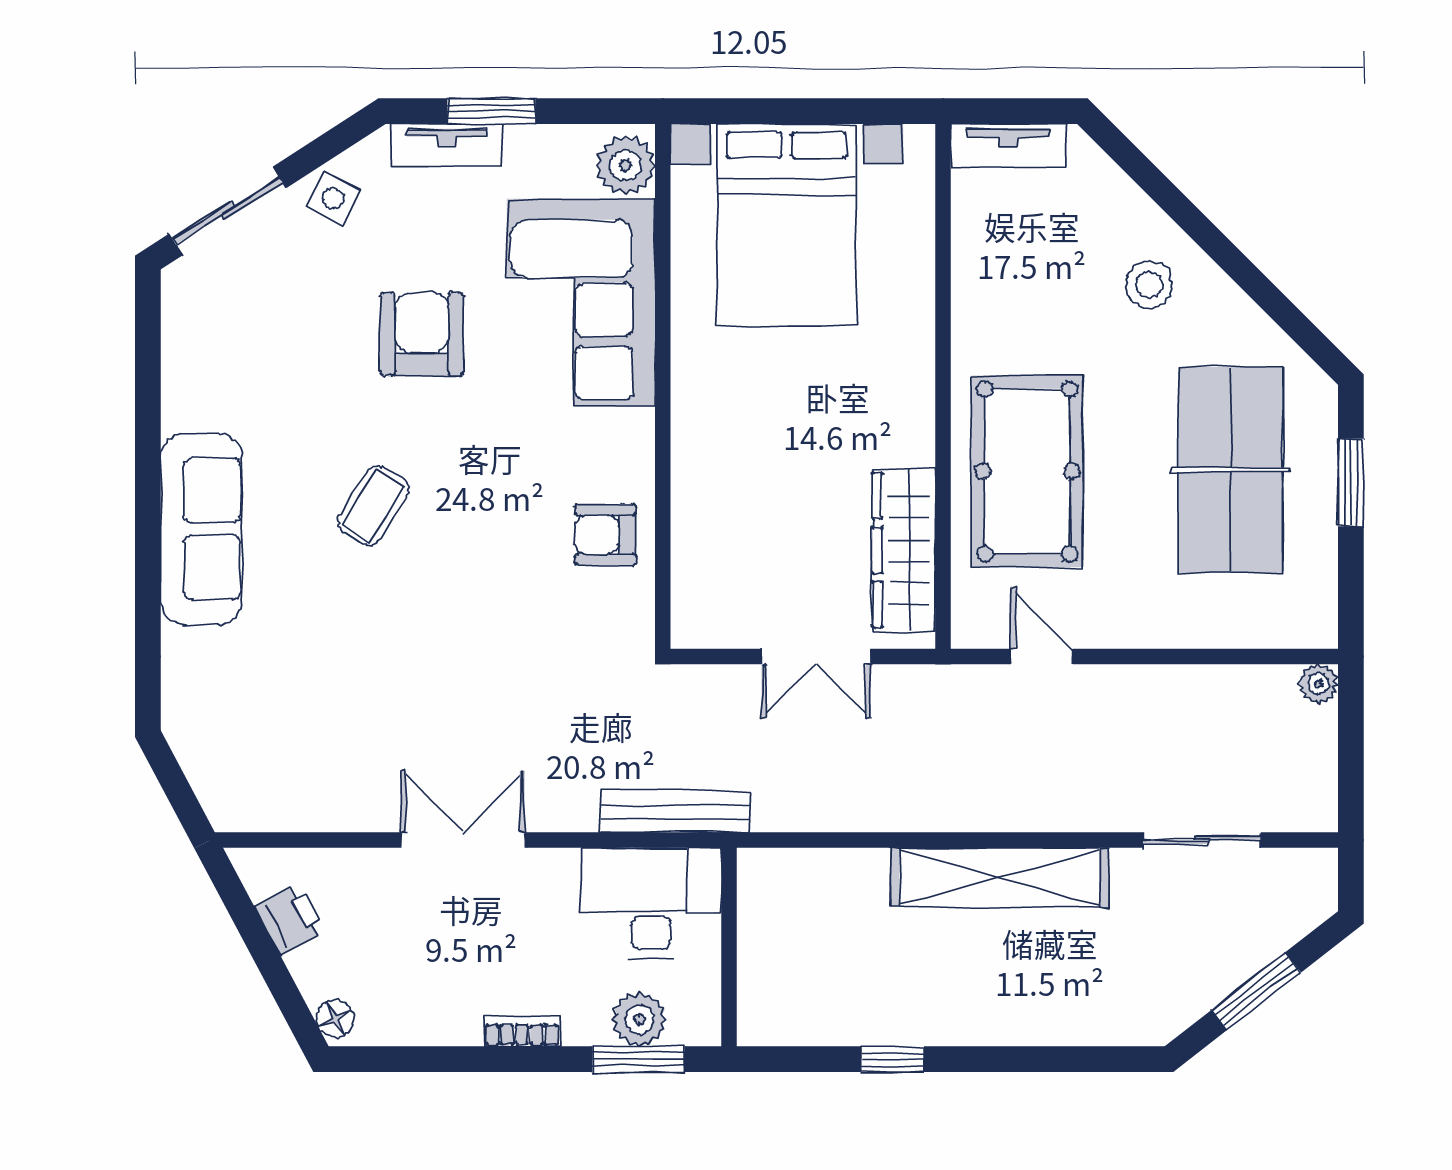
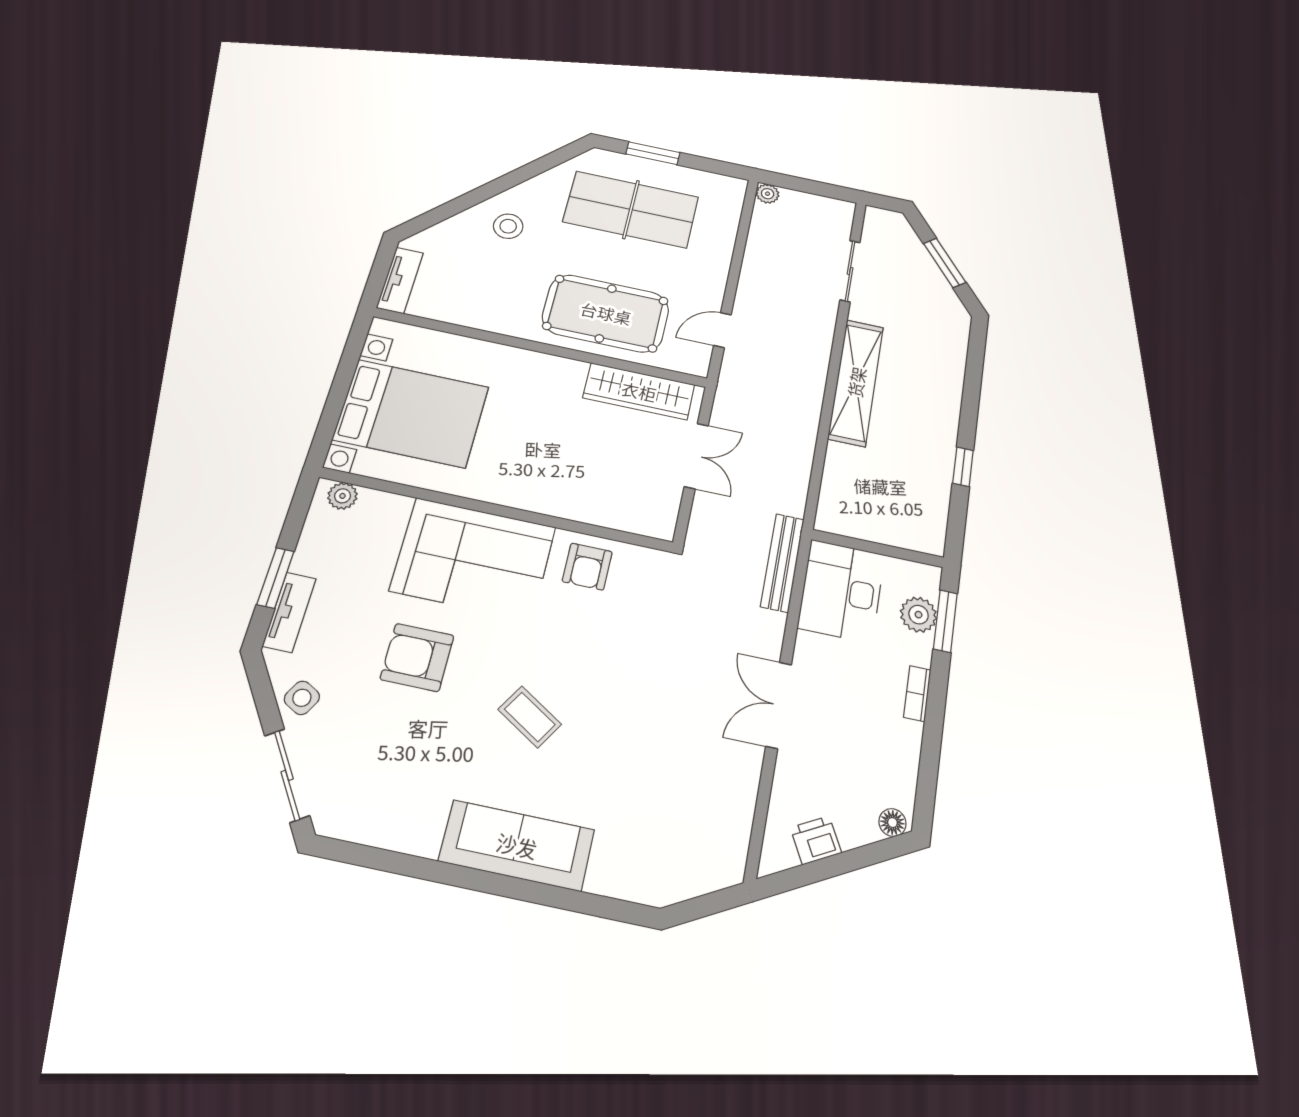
plant: (626, 165) -> (342, 496), width x0.73, depth x0.73
corner sofa: (581, 303) -> (473, 559), moved

